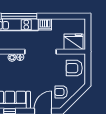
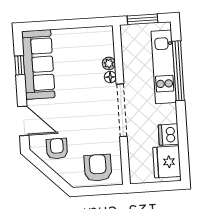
dishwasher: (45, 24) -> (169, 135), moved
fridge: (74, 42) -> (167, 162), moved, turned 180

